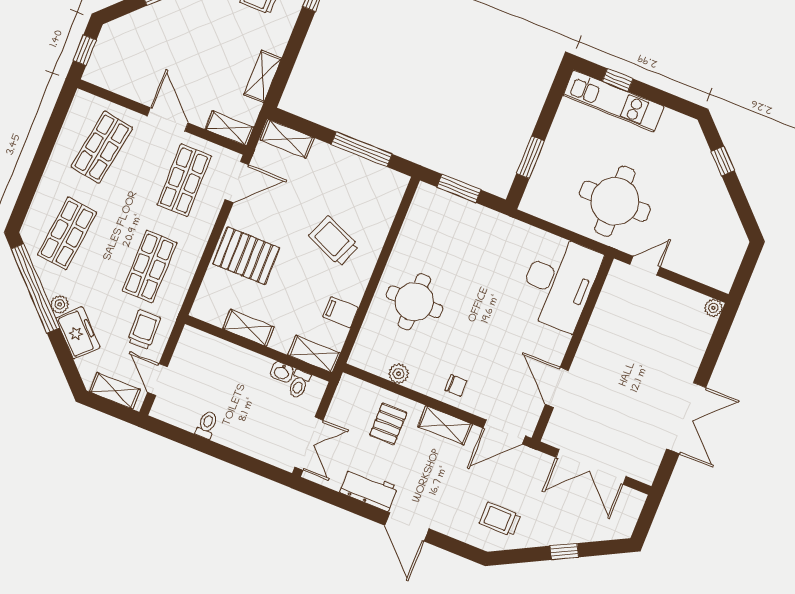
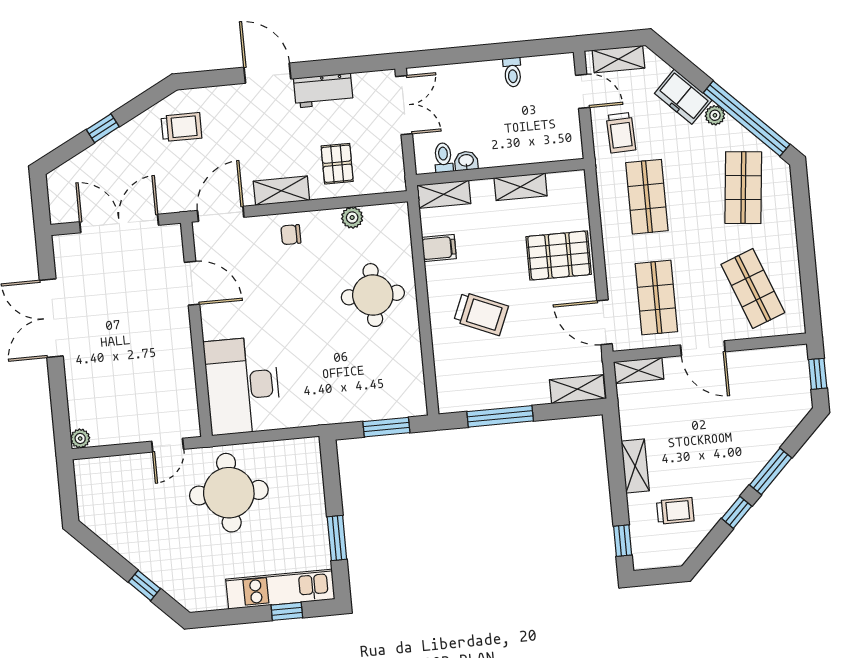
shelving: (263, 76) -> (635, 466), moved
shop shelf: (102, 147) -> (753, 288), turned -30
window: (530, 157) -> (337, 538), moved
door: (237, 182) -> (605, 322), hinge flipped
double door: (309, 444) -> (404, 105), swing flipped

